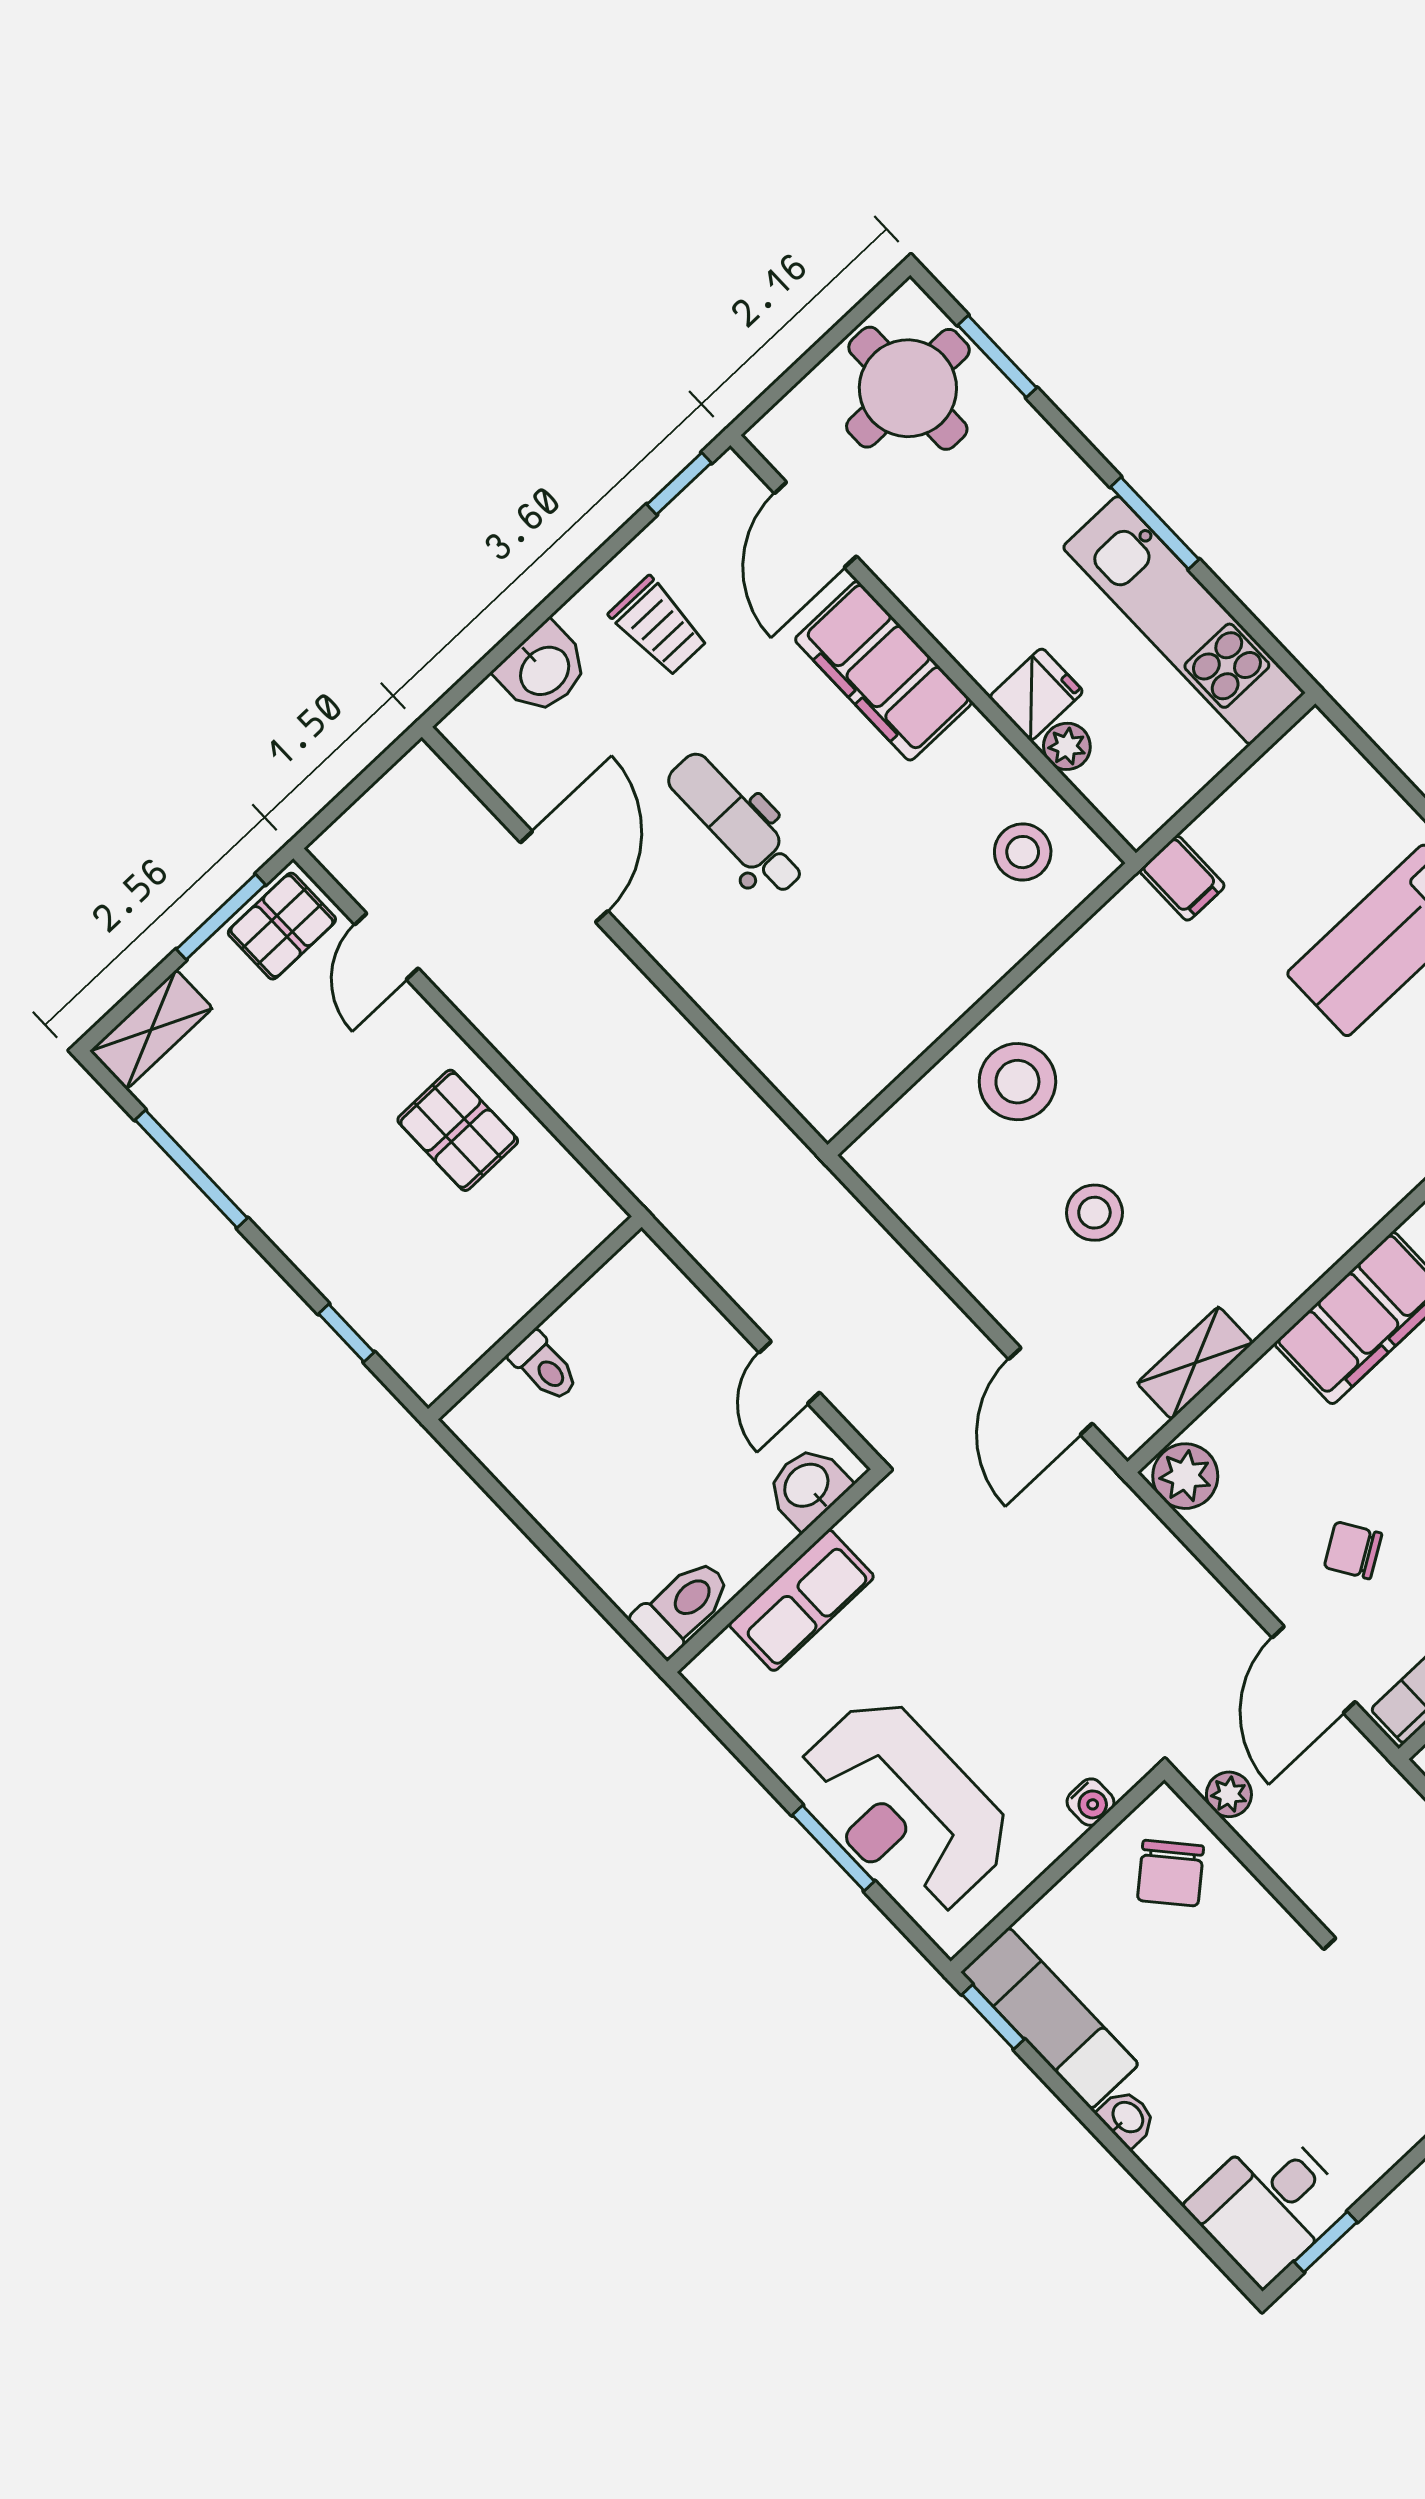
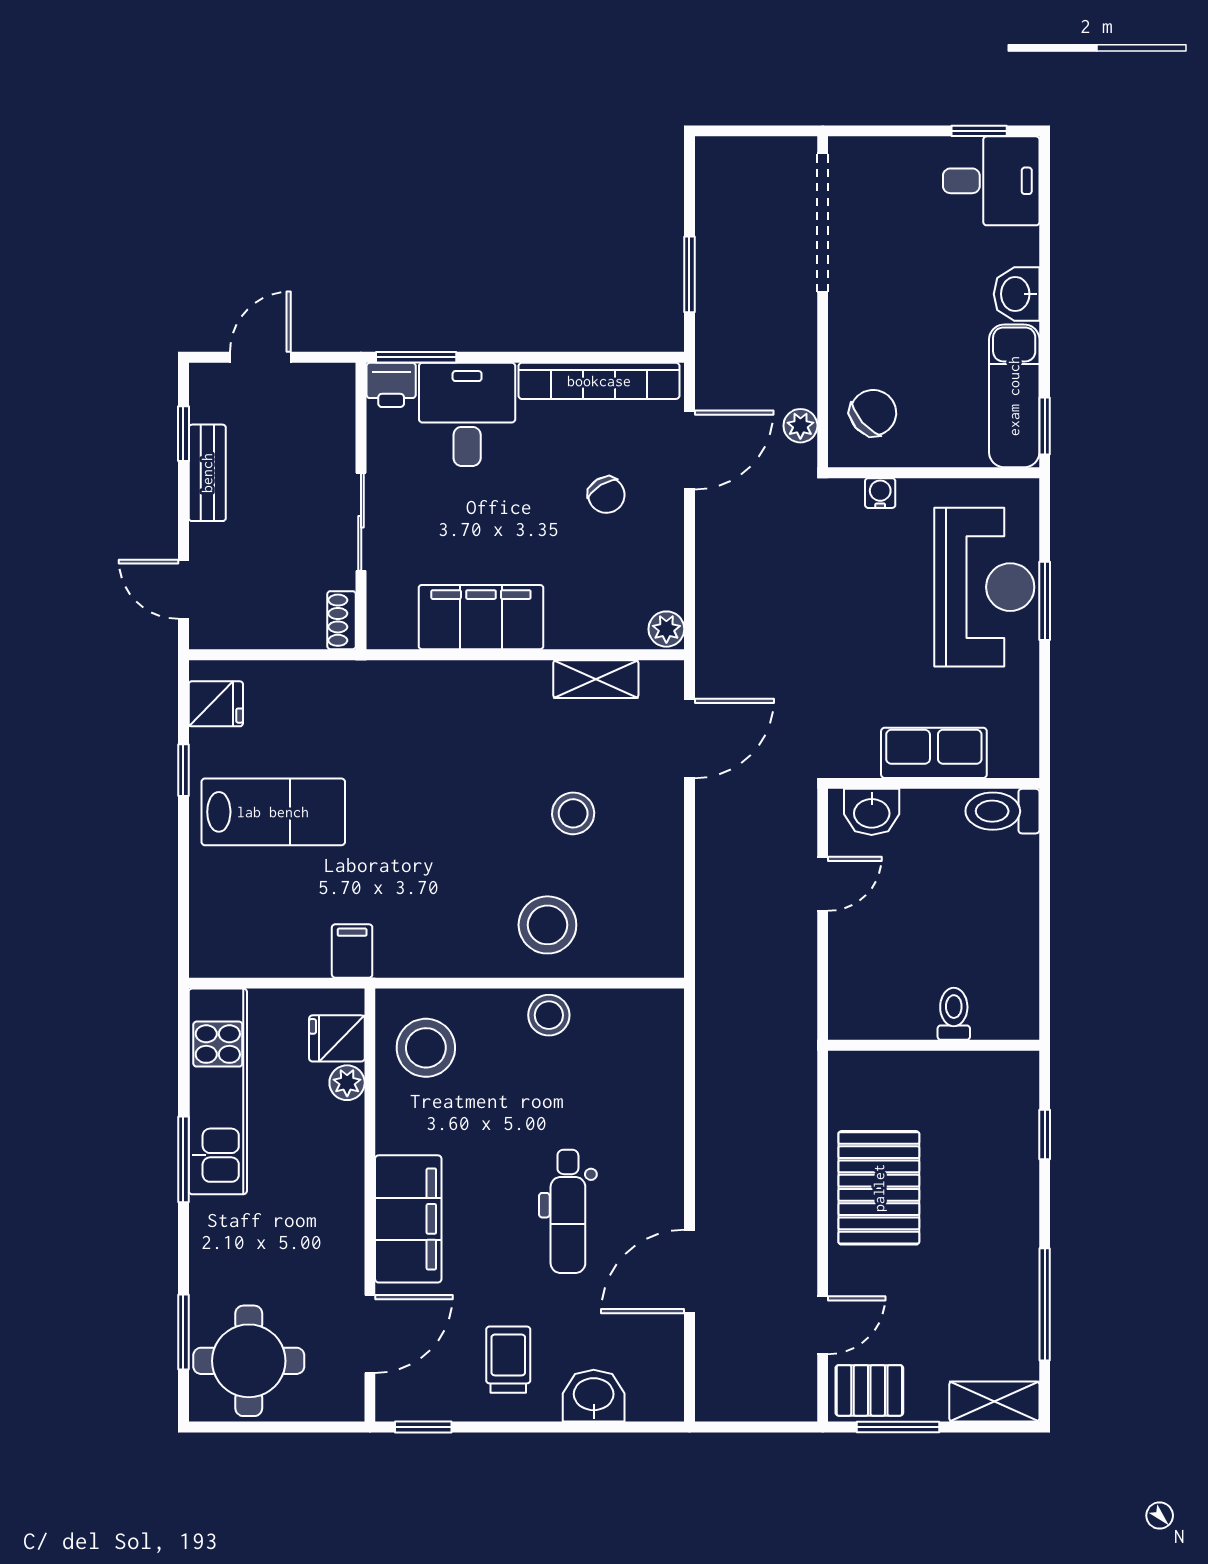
fridge: (1036, 694) -> (337, 1038), moved
stool: (1023, 852) -> (426, 1048), width x1.38, depth x1.38
stool: (934, 996) -> (549, 1015), added
pallet: (458, 1130) -> (879, 1188), width x1.50, depth x1.42
plant: (1185, 1476) -> (666, 629), width x0.73, depth x0.73
washbasin: (1127, 2118) -> (1017, 294), width x1.38, depth x1.45

